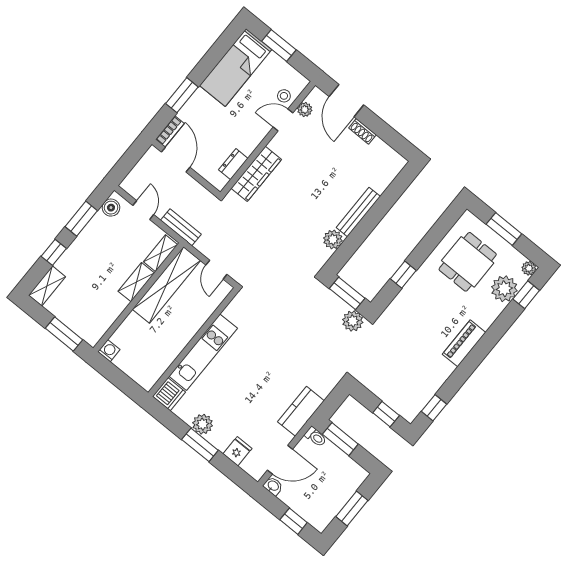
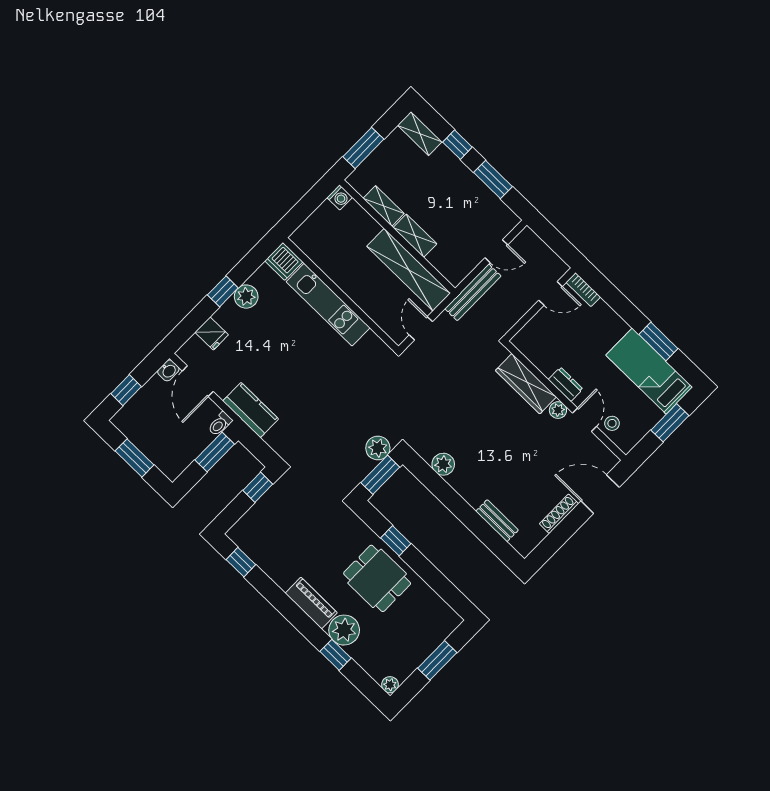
window: (182, 95) -> (658, 341), moved
plant: (305, 110) -> (558, 410), moved
shoe rack: (362, 131) -> (559, 514), width x1.43
door: (176, 160) -> (551, 293), width x0.73
dresser: (233, 164) -> (566, 384), moved
boiler: (111, 208) -> (503, 215), removed
bench: (358, 212) -> (497, 521), moved, width x0.73
bench: (181, 227) -> (473, 292), width x1.36
shelving: (161, 253) -> (384, 206), moved
dining table: (468, 262) -> (377, 578), moved
door: (216, 270) -> (421, 328), hinge flipped
plant: (504, 289) -> (344, 630), moved
window: (526, 295) -> (336, 655), moved
plant: (353, 321) -> (378, 448), moved
window: (386, 414) -> (258, 487), moved
window: (200, 445) -> (223, 291), width x0.67

